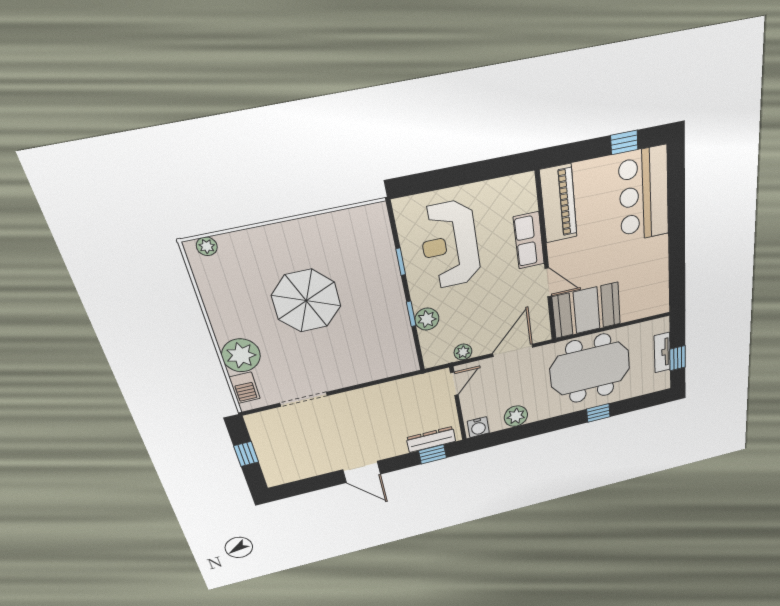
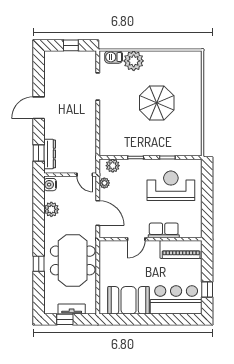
plant: (207, 246) -> (197, 62), removed
booth: (587, 310) -> (129, 300), moved, turned 90
plant: (427, 319) -> (113, 166), moved

